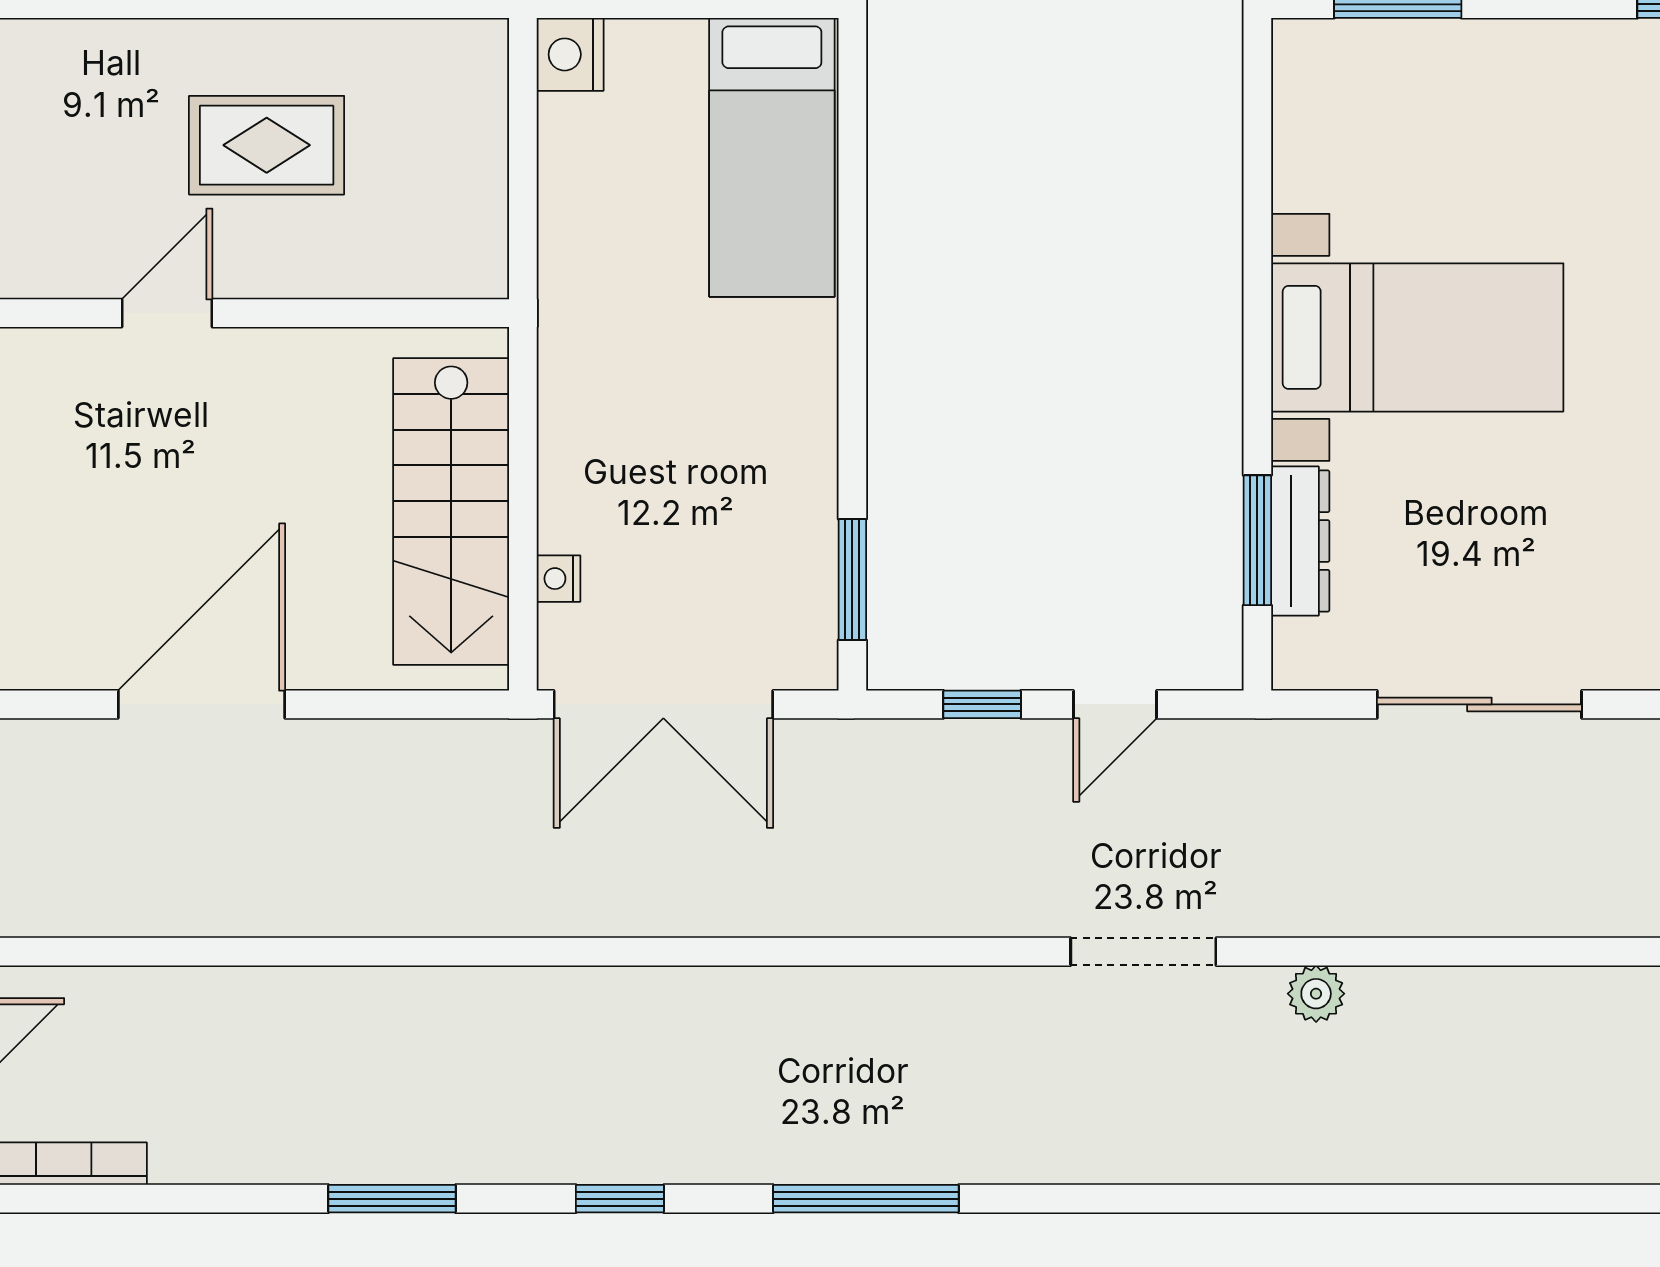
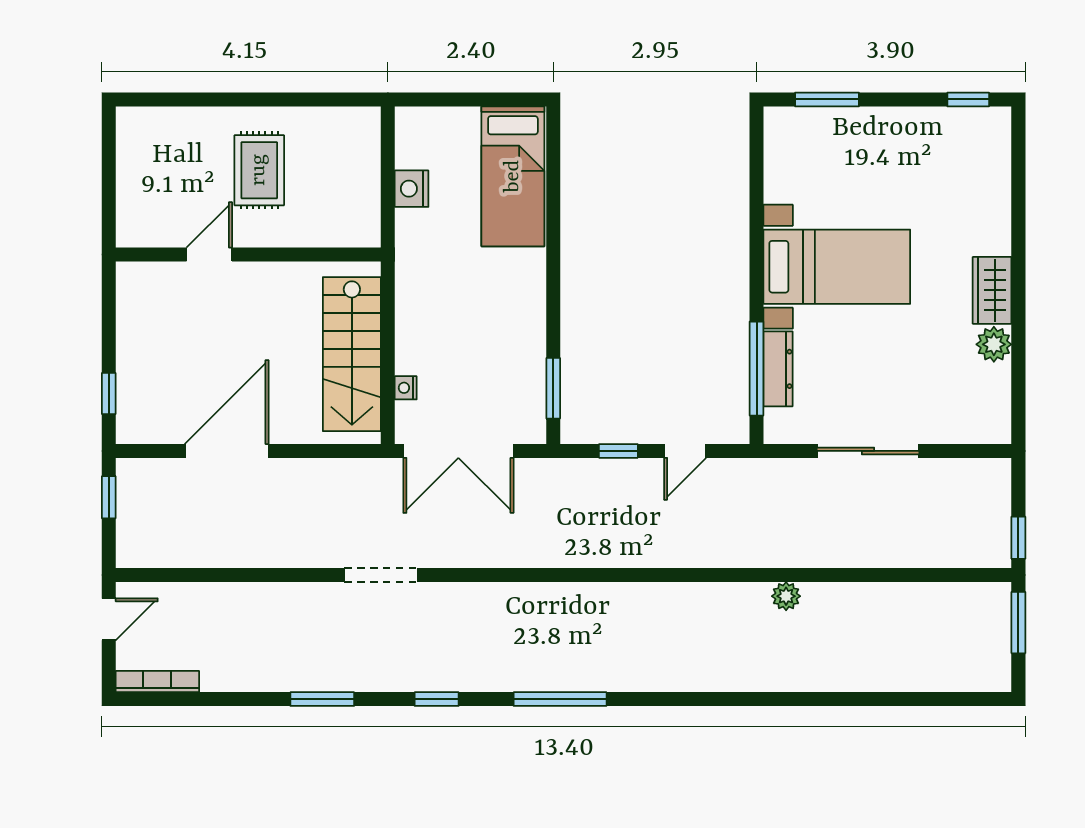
nightstand: (570, 54) -> (412, 189), moved
rug: (267, 145) -> (259, 170), turned 90
window: (1257, 540) -> (757, 369), width x1.44
doorway: (1143, 952) -> (381, 575), moved

